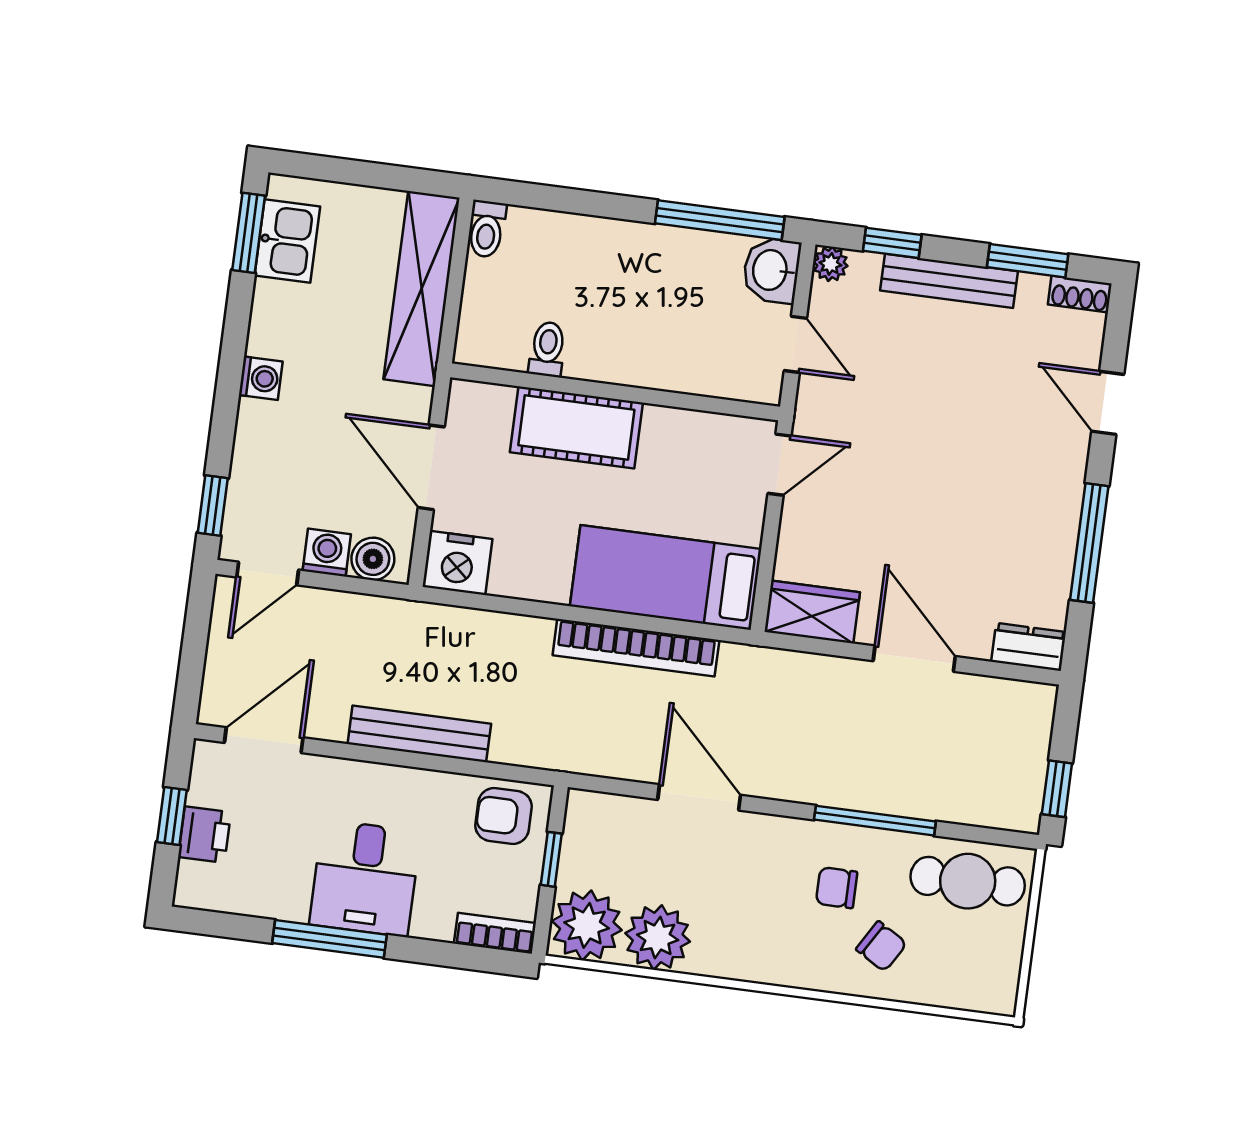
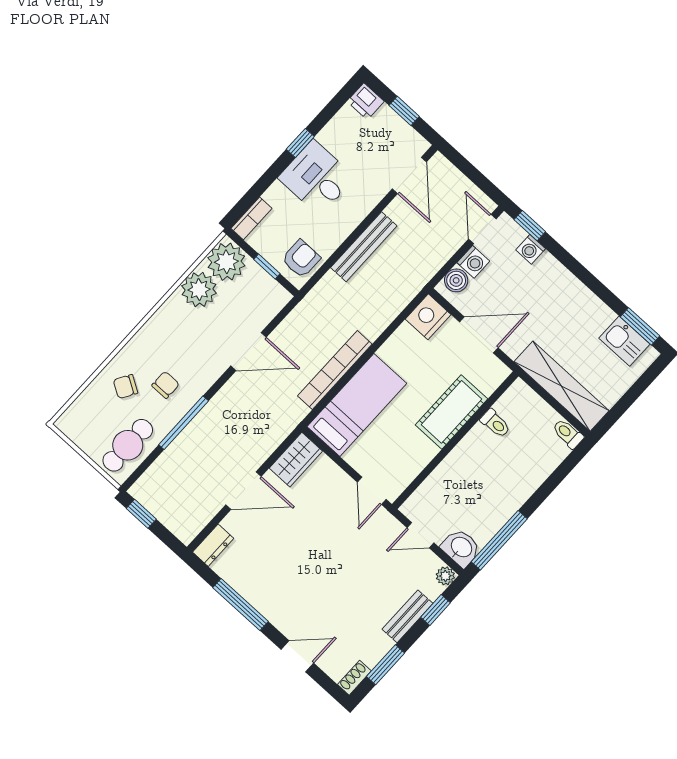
bench: (949, 281) -> (407, 616), width x0.73
washing machine: (261, 378) -> (531, 249), moved
printer: (205, 835) -> (366, 101), moved
window: (329, 939) -> (300, 143), width x0.46

